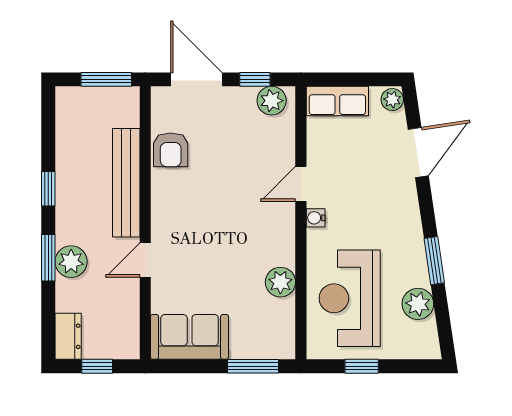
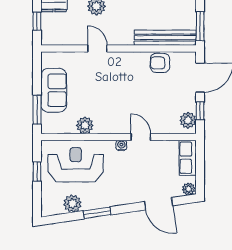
bench: (126, 183) -> (165, 38), moved
sofa: (190, 337) -> (54, 90), moved

